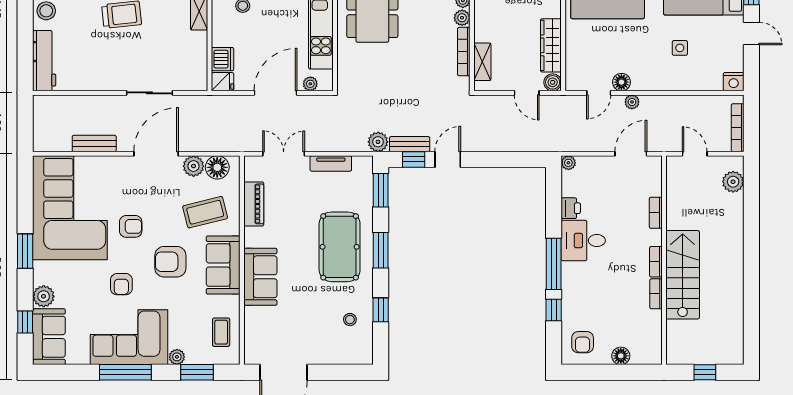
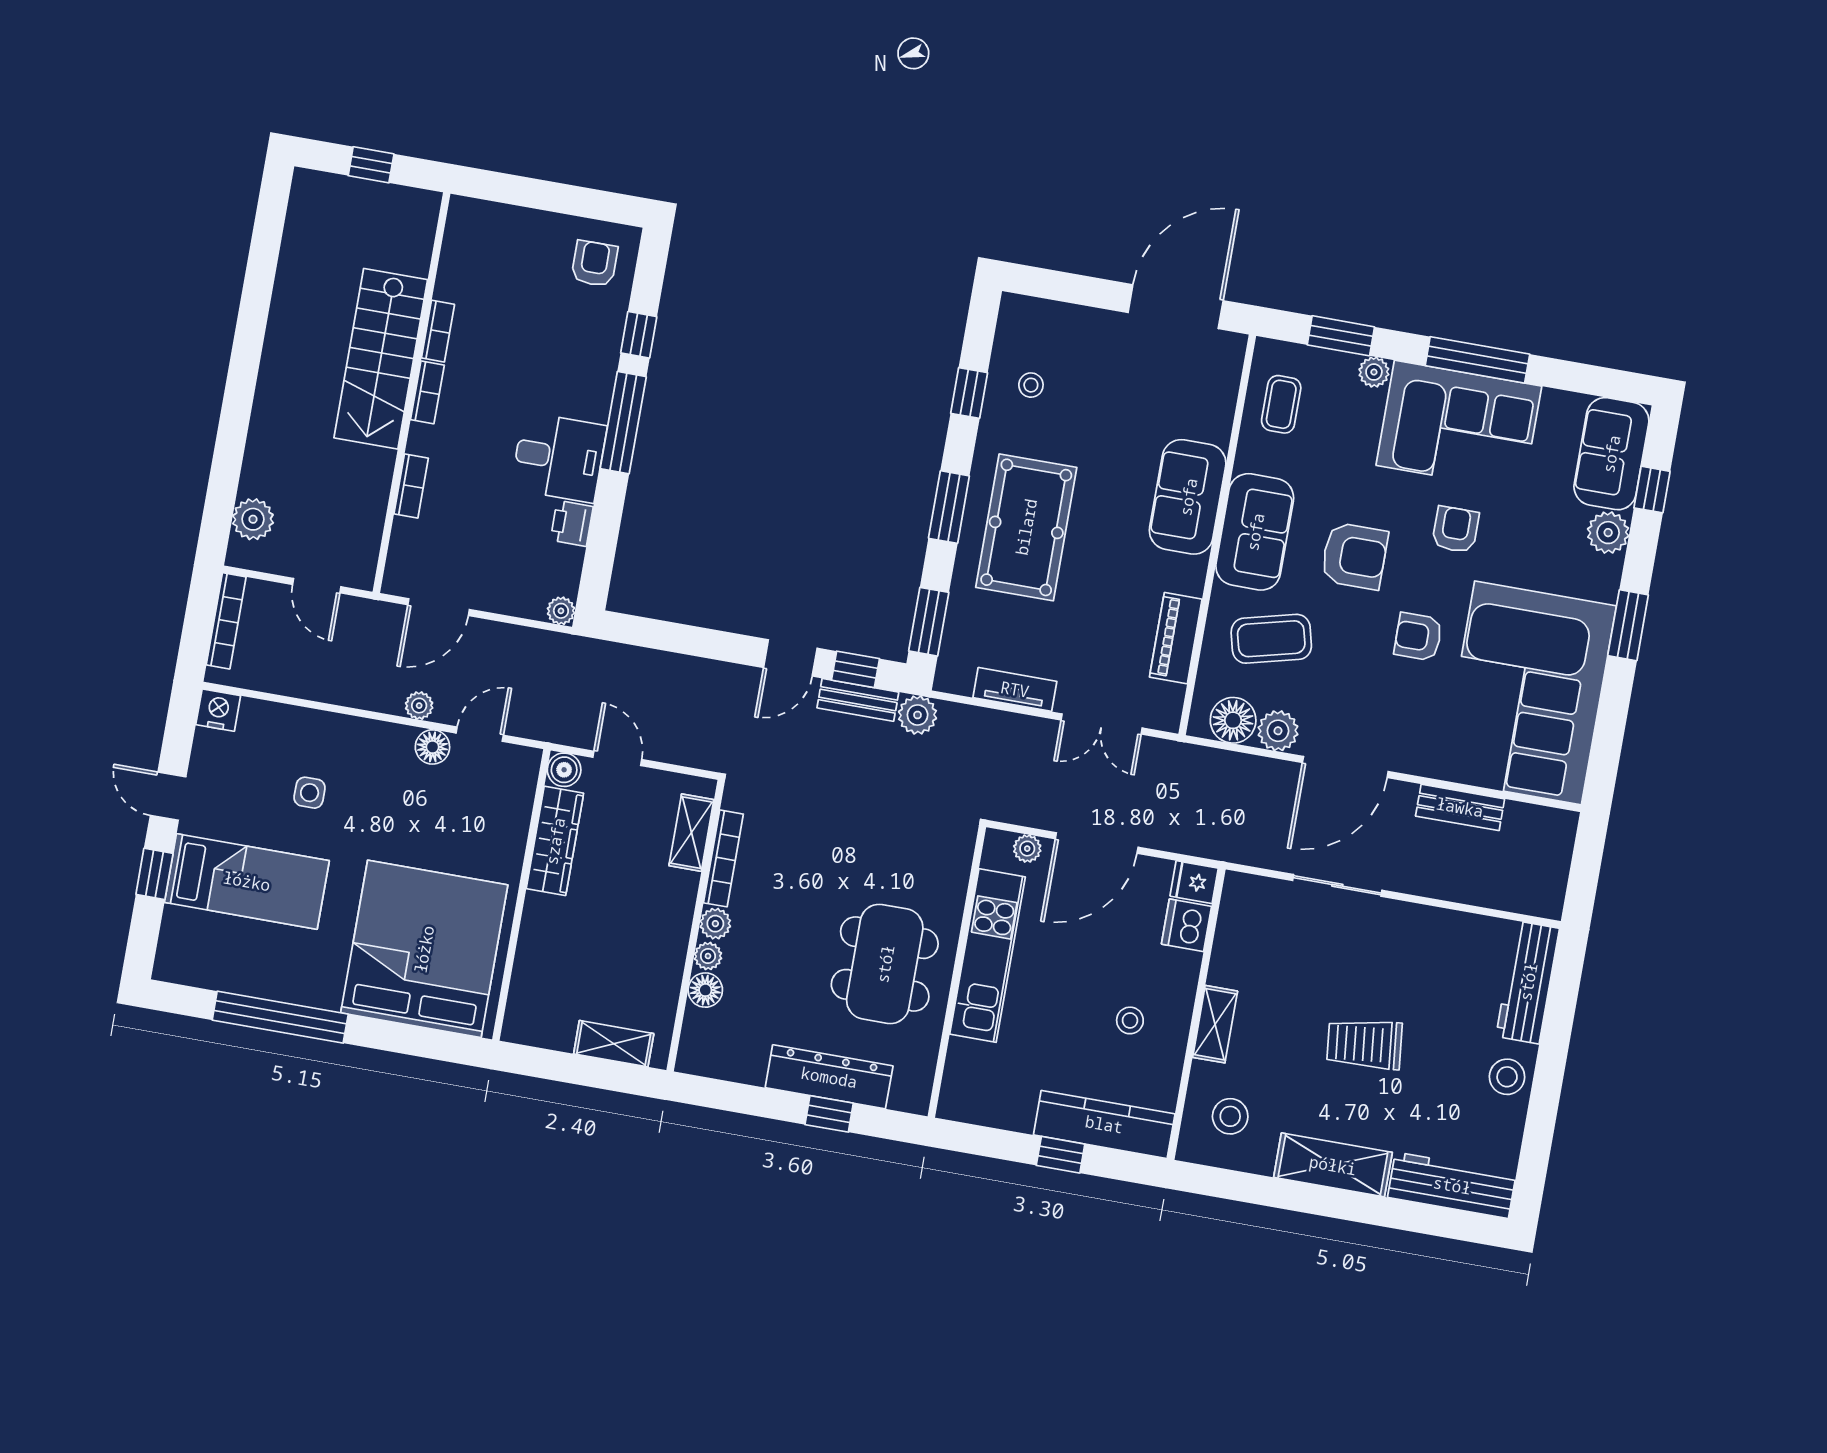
floor lamp: (621, 356) -> (526, 225), removed

